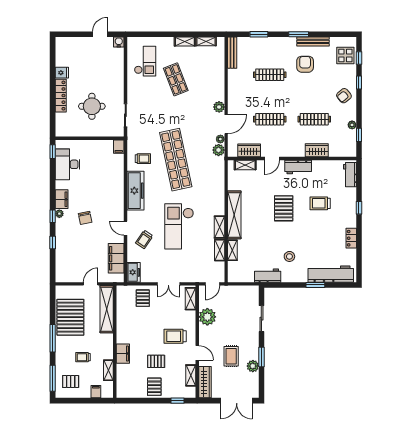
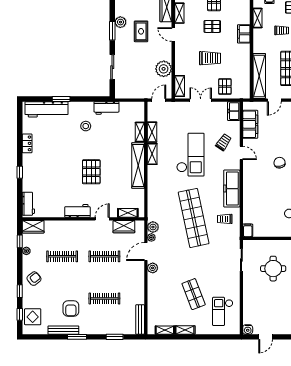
wardrobe: (317, 150) -> (33, 227), moved
trolley: (320, 203) -> (57, 176), removed
trolley: (175, 336) -> (210, 58), moved

